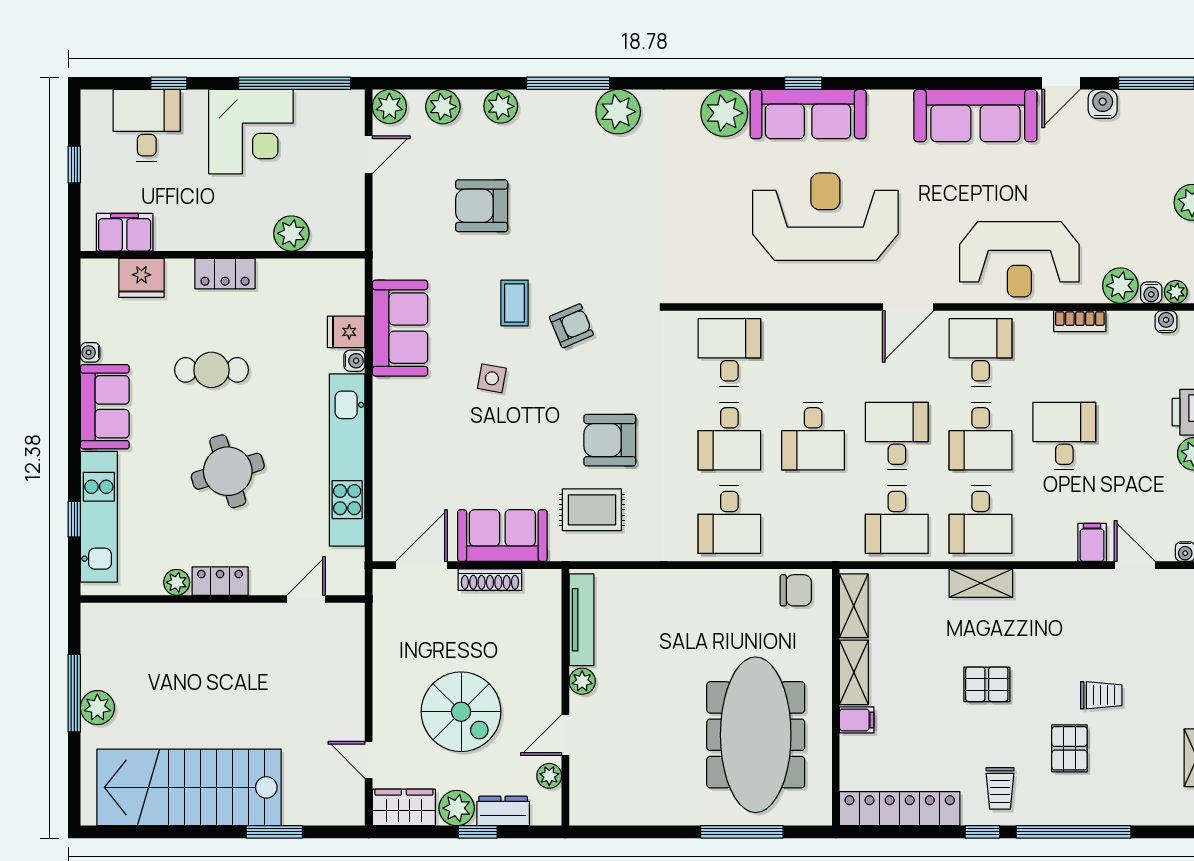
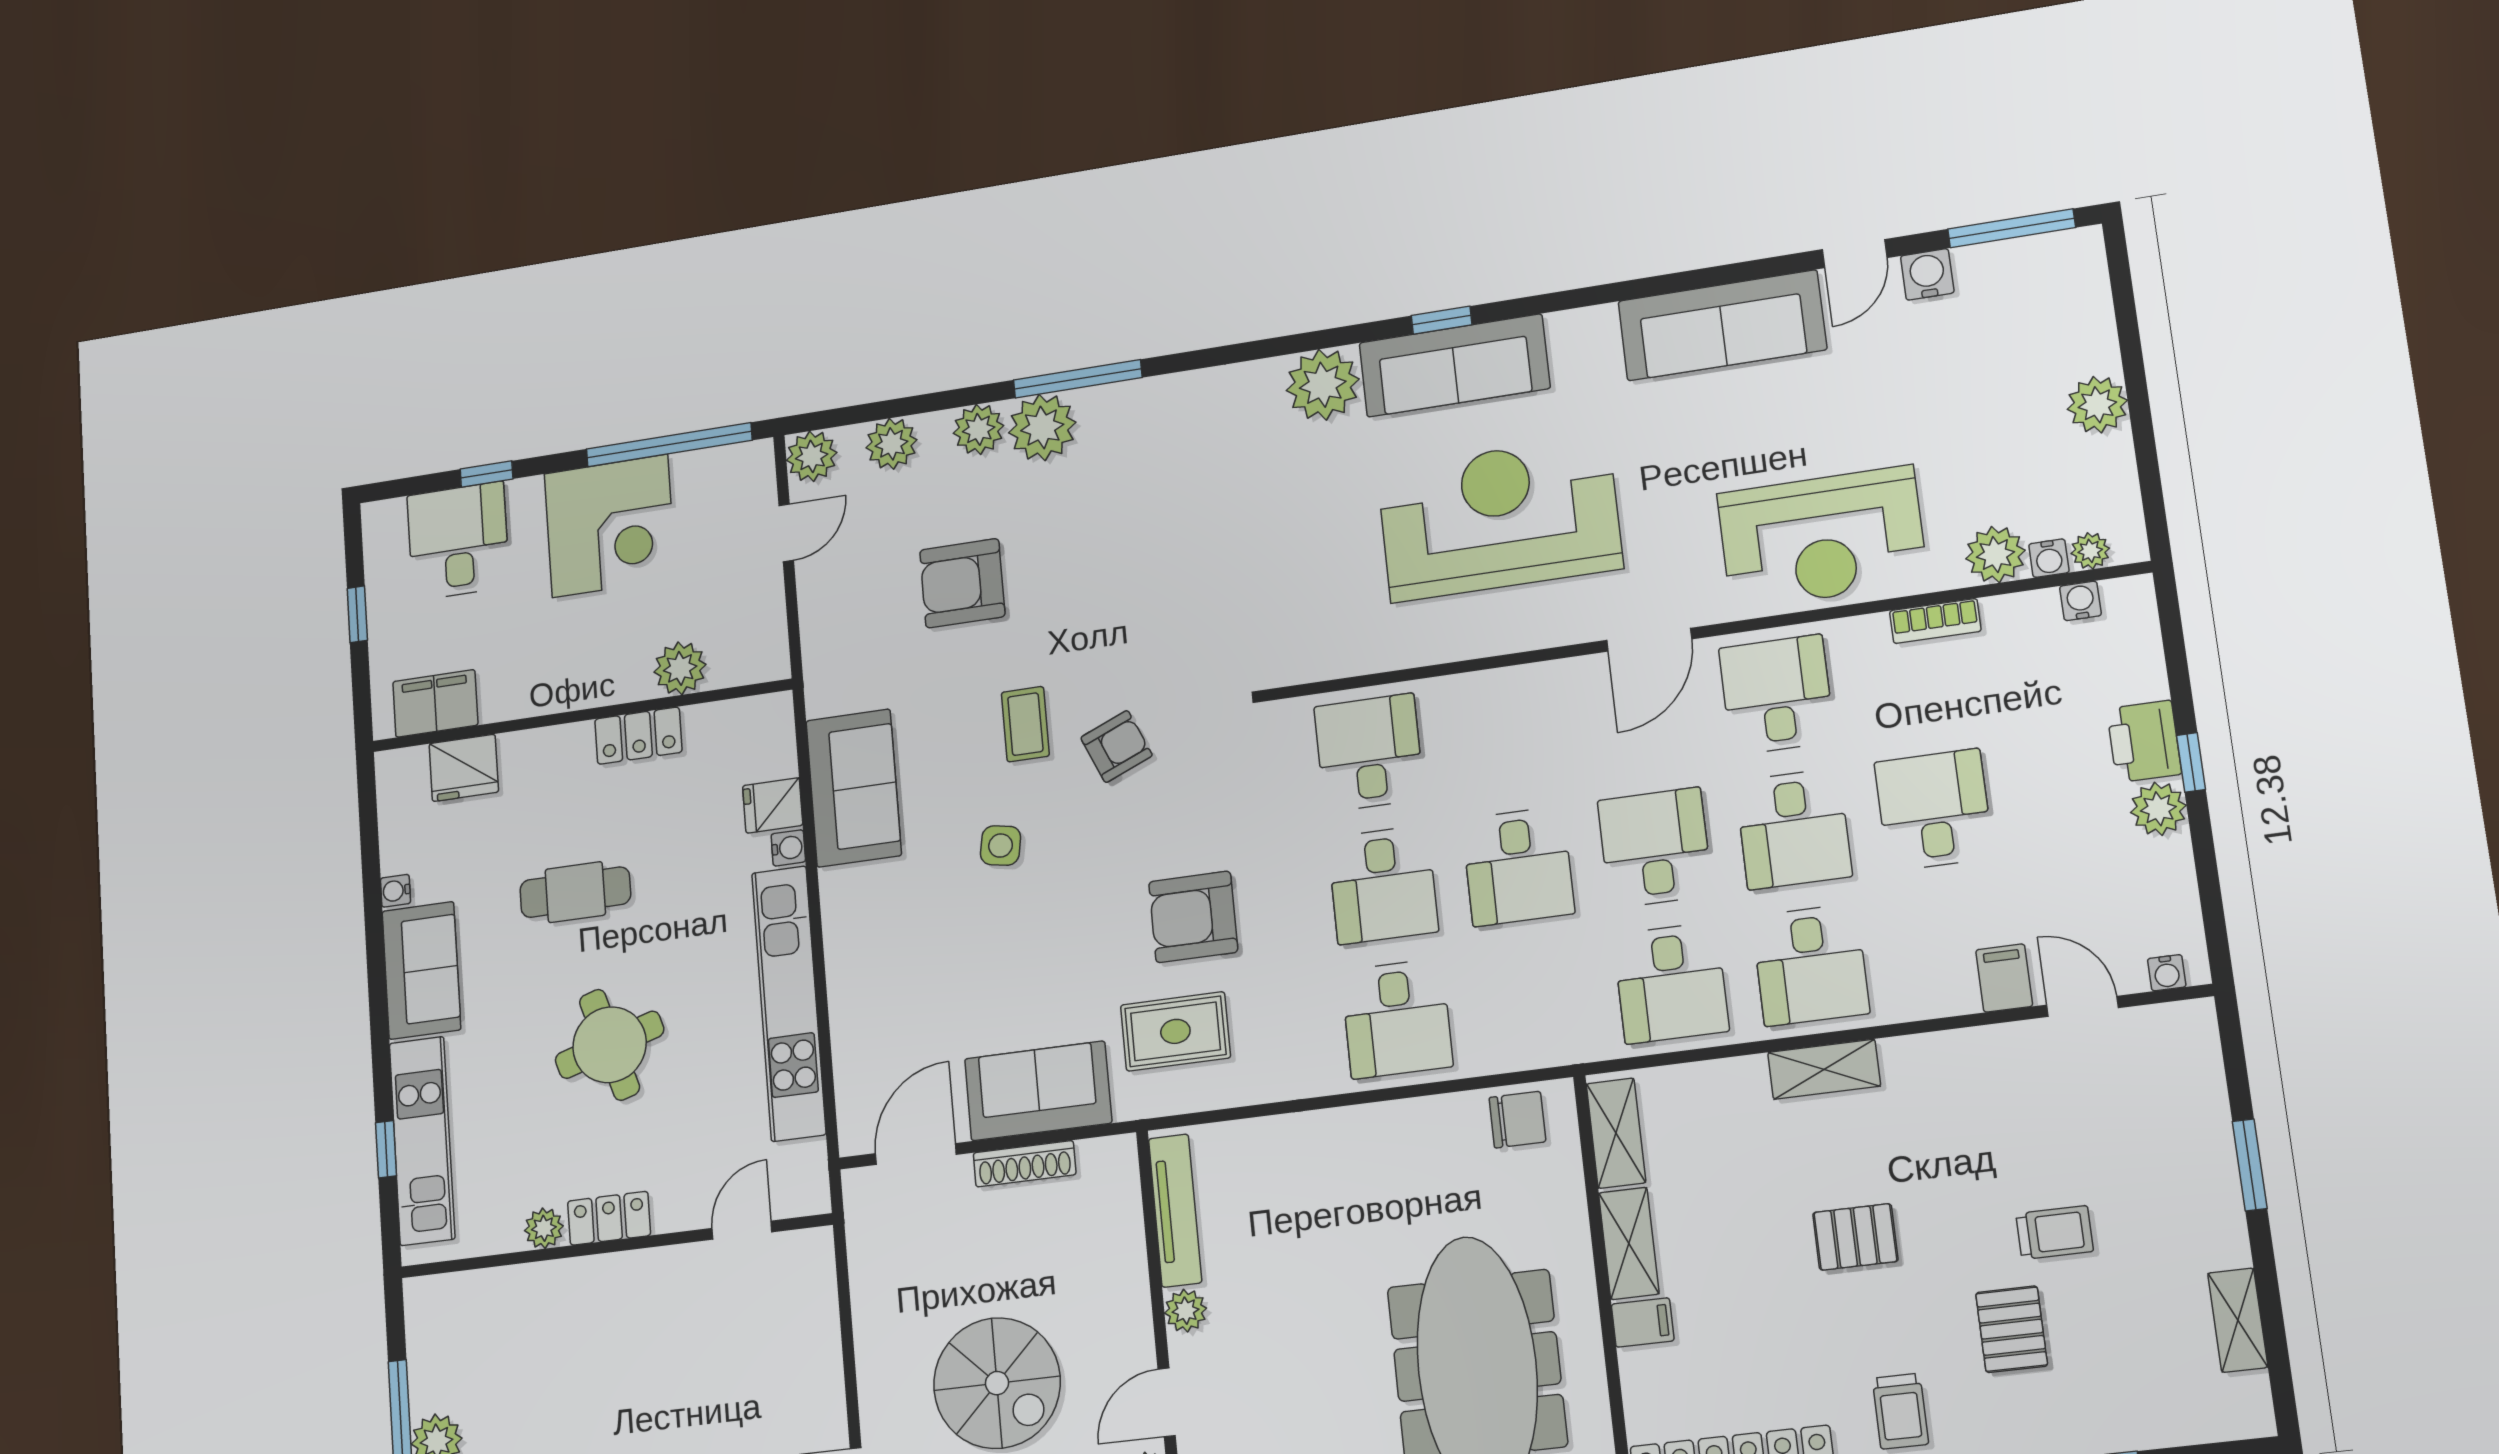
plant: (618, 112) -> (1042, 427), moved
locker: (225, 274) -> (638, 736), moved

